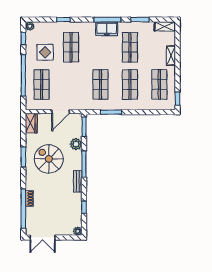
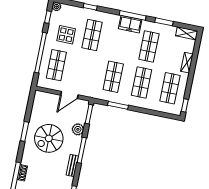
wardrobe: (31, 123) -> (39, 100), removed
spiral stairs: (49, 159) -> (49, 138), turned -90

